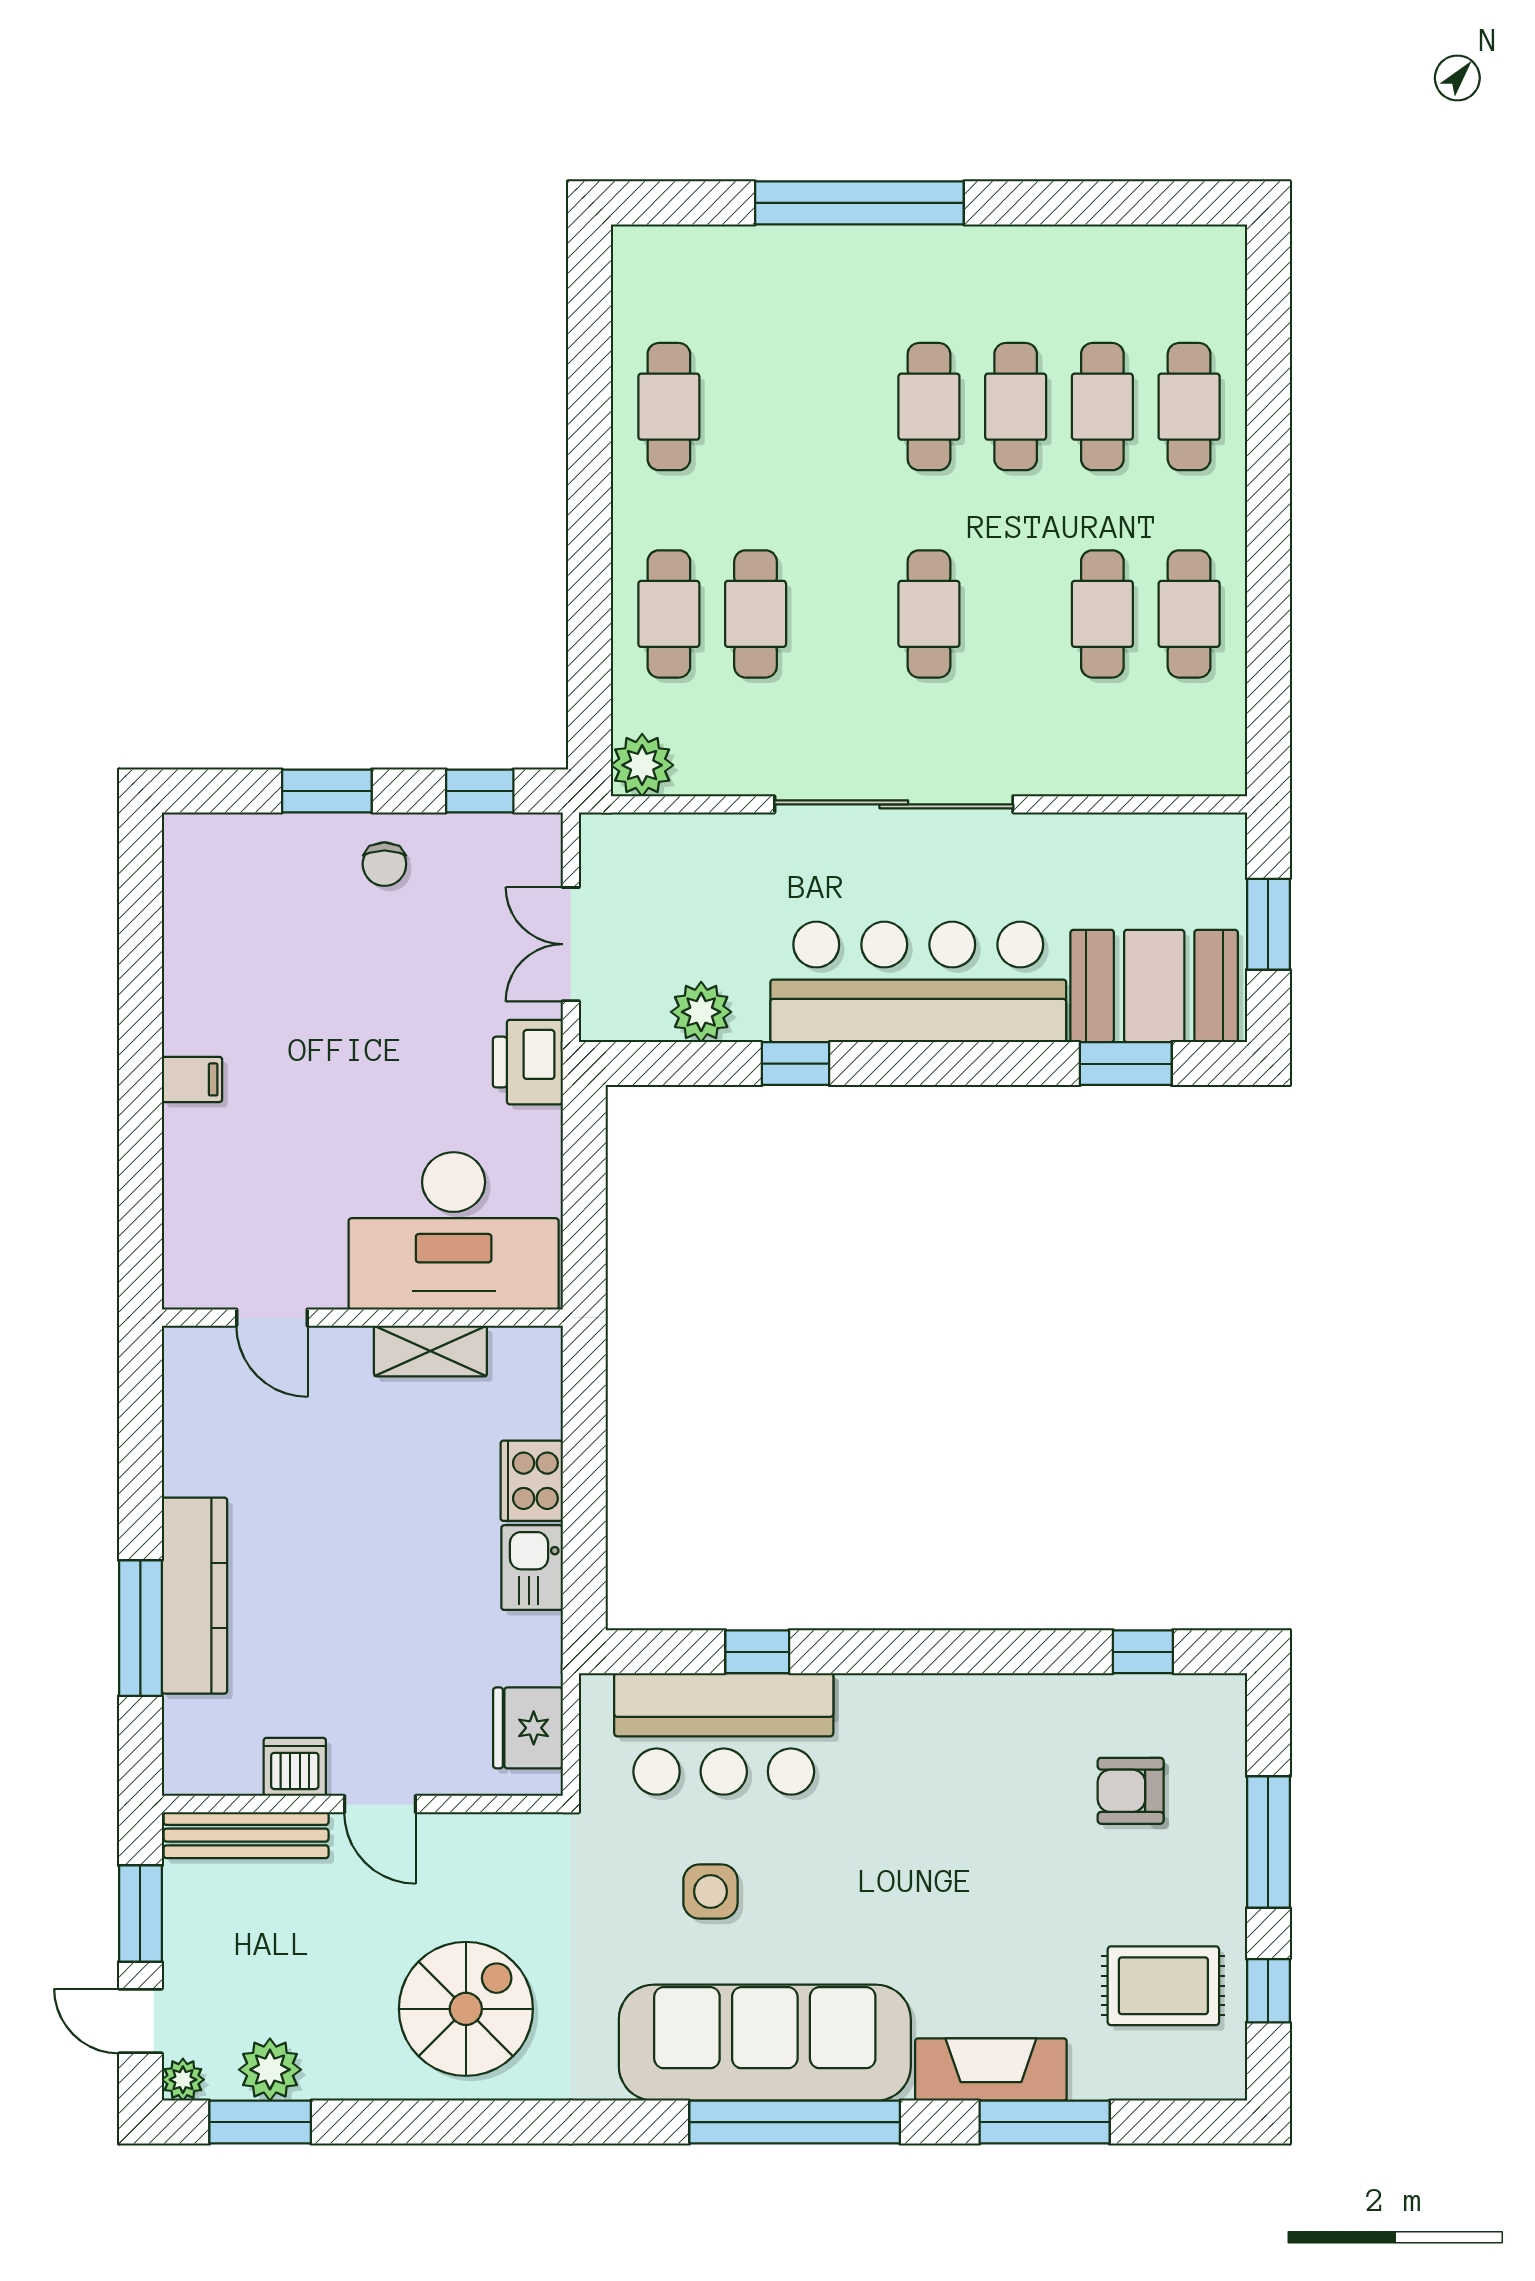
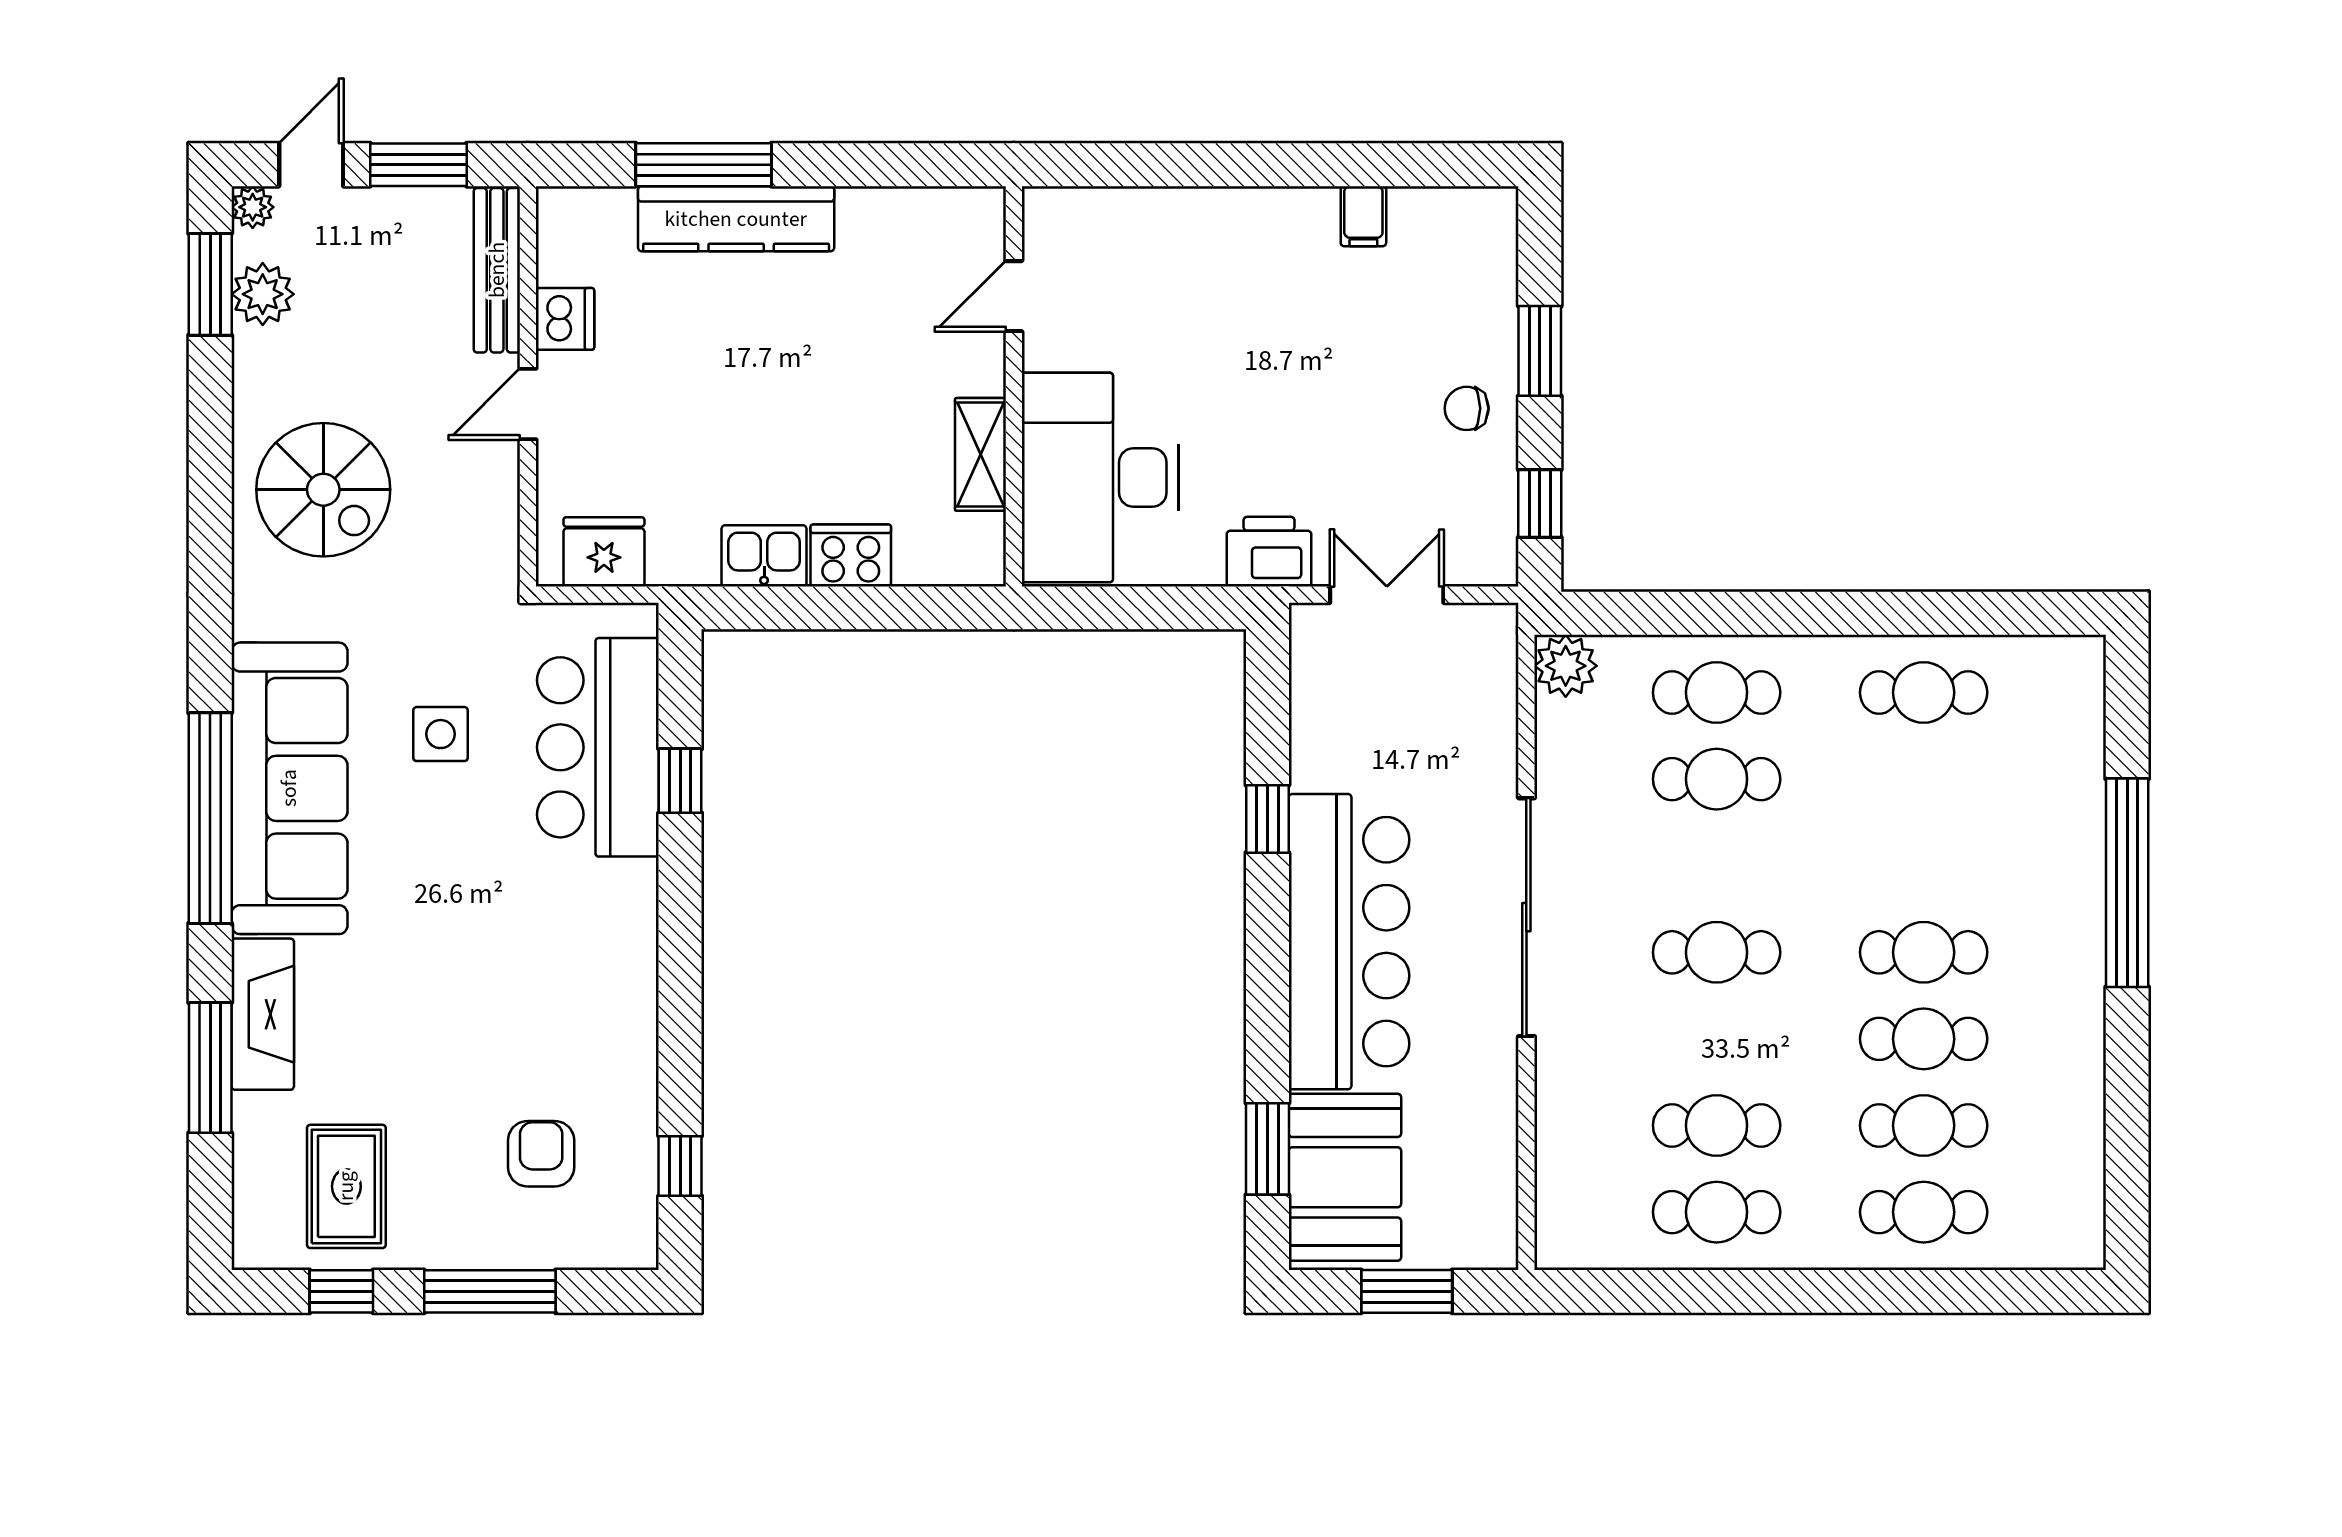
plant: (701, 1012) -> (1319, 725), removed
filing cabinet: (192, 1079) -> (1363, 216), moved

